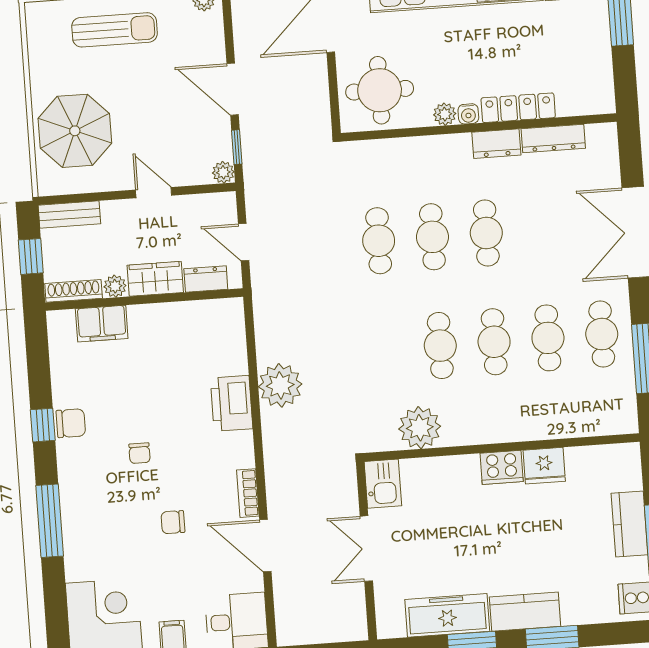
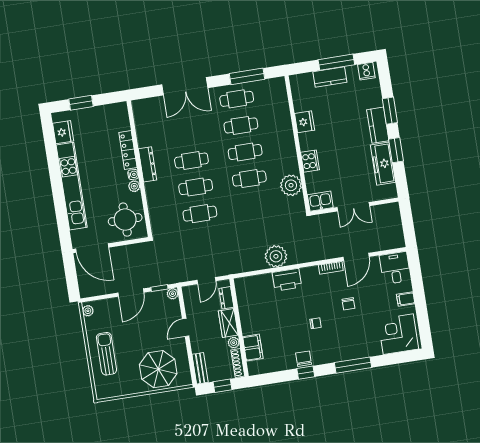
dresser: (553, 138) -> (142, 131), removed
dresser: (496, 144) -> (147, 164), width x1.44
cooker: (502, 467) -> (310, 161), moved

